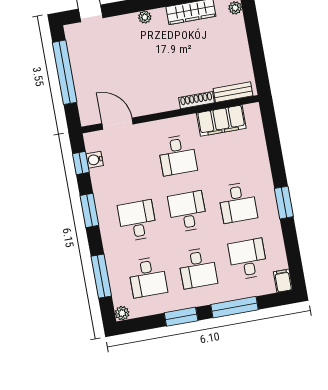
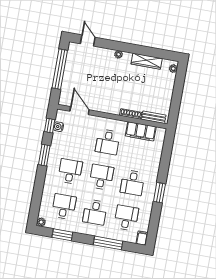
window: (101, 276) -> (37, 196), removed
desk: (148, 277) -> (64, 207), turned 180
window: (181, 317) -> (62, 235), moved

